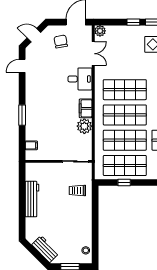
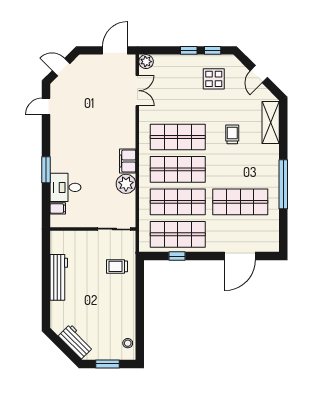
chair: (61, 42) -> (96, 75), removed
desk: (80, 79) -> (65, 187), moved, turned 180

